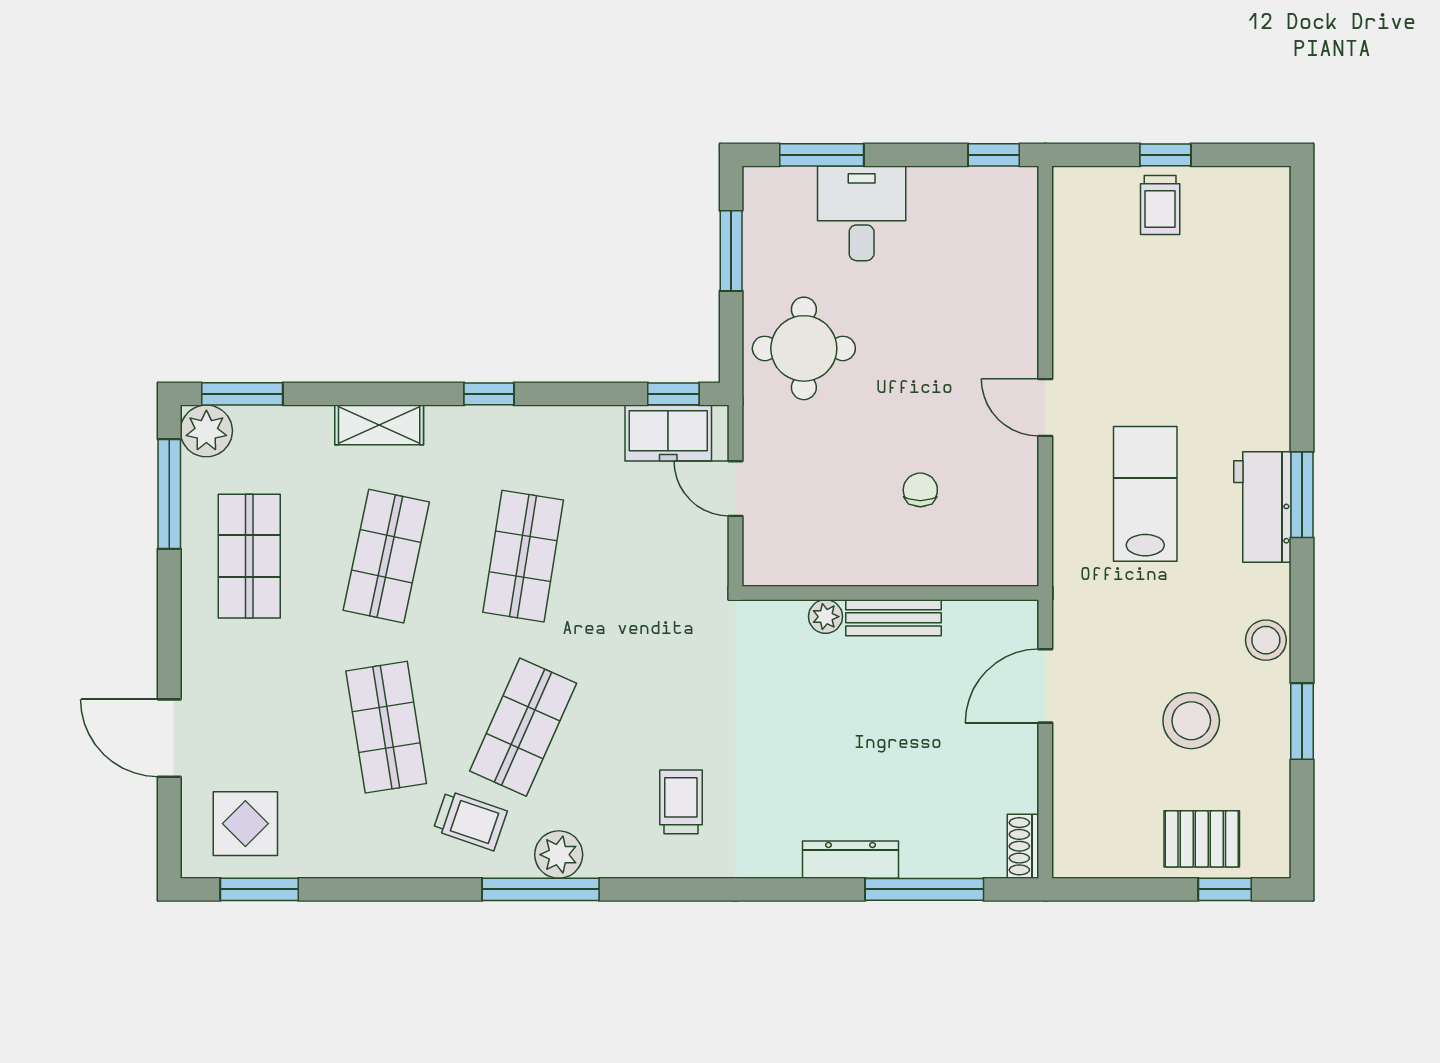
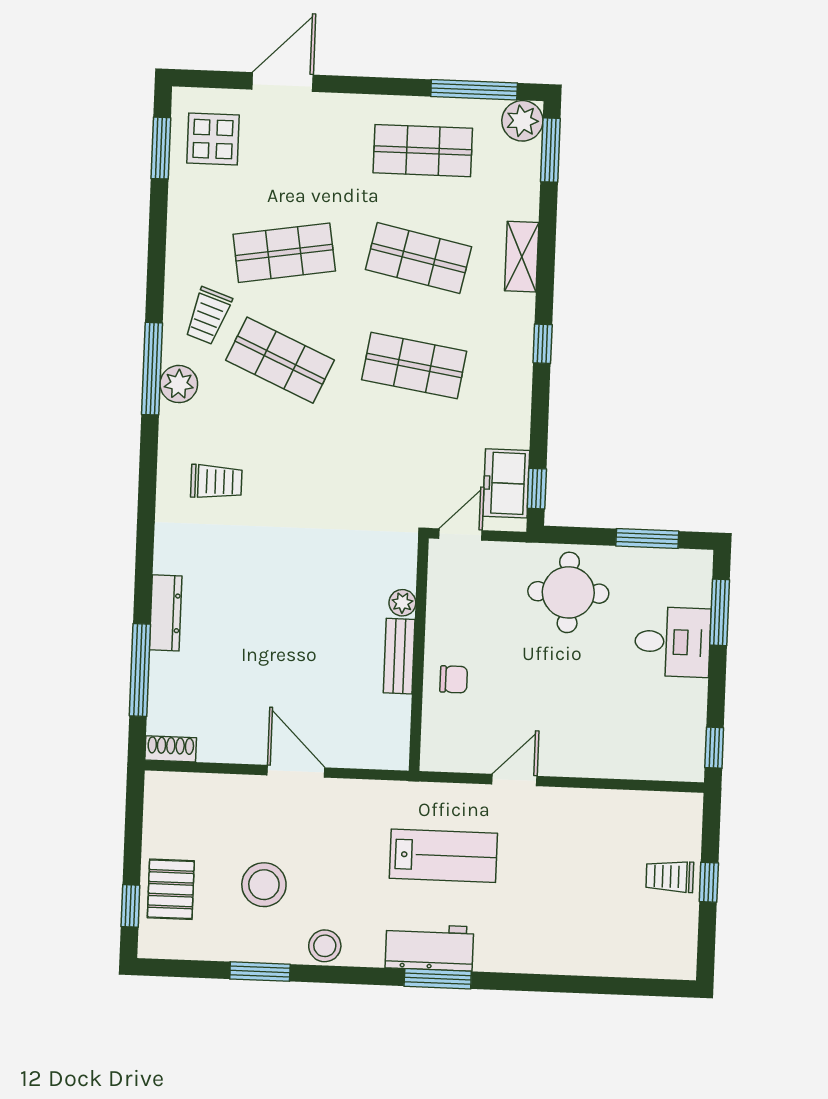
wall: (890, 593) -> (419, 655), moved
plant: (826, 617) -> (402, 603), moved
bench: (894, 618) -> (399, 656), moved

